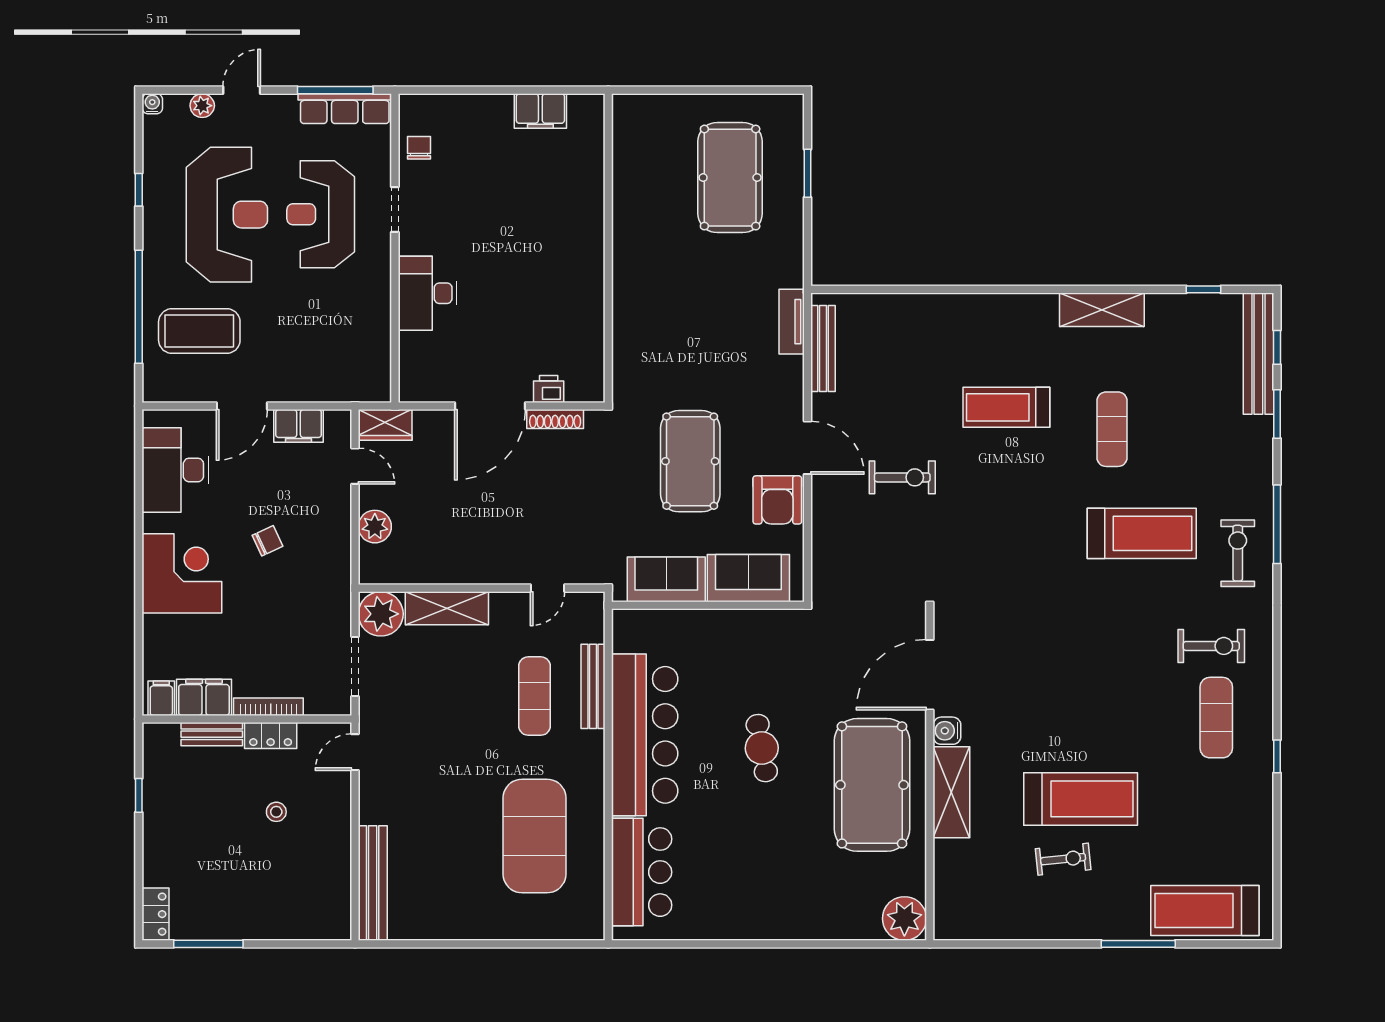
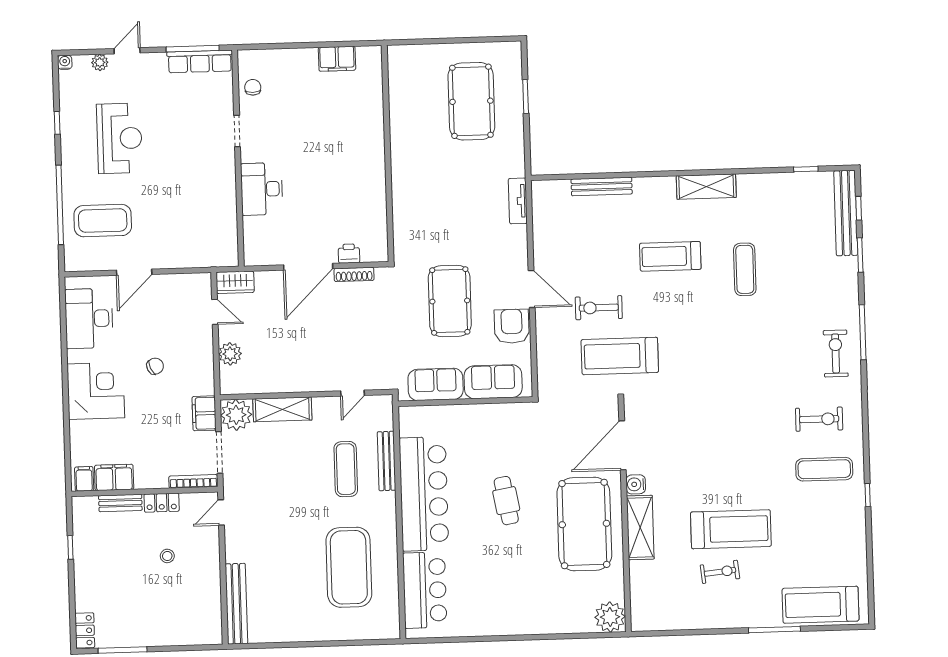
reception desk: (321, 214) -> (185, 136), removed
reception desk: (227, 215) -> (119, 138), width x0.74, depth x0.77
shelving: (1102, 310) -> (706, 187), moved
bench: (823, 349) -> (602, 187), moved, turned 90
filing cabinet: (299, 426) -> (204, 413), moved, turned 90
exercise bike: (902, 477) -> (599, 308), turned 180
armchair: (777, 500) -> (512, 326), turned 180
treadmill: (1142, 533) -> (620, 356), moved, turned 180
bookcase: (268, 707) -> (193, 481), moved
exercise mat: (1216, 718) -> (824, 469), turned 90

